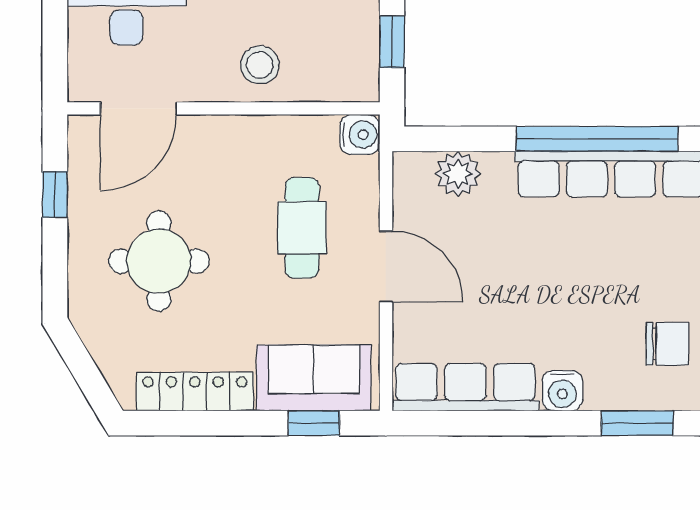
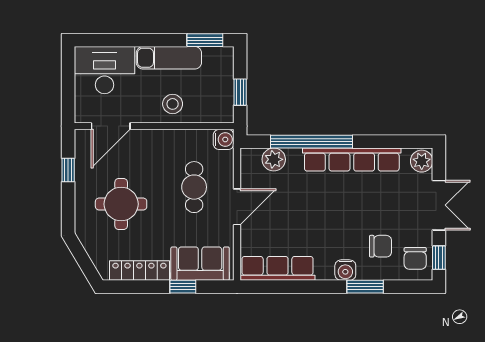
window: (597, 139) -> (311, 142), moved
door: (386, 267) -> (237, 207), hinge flipped
water cooler: (562, 391) -> (345, 270), moved
window: (314, 423) -> (183, 287), moved

